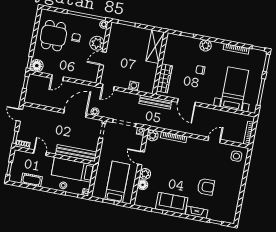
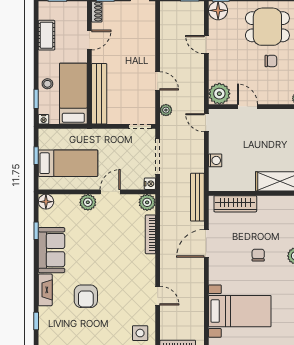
plant: (97, 43) -> (219, 94), moved
door: (75, 113) -> (158, 81), width x0.53
floor lamp: (143, 185) -> (46, 202), moved

